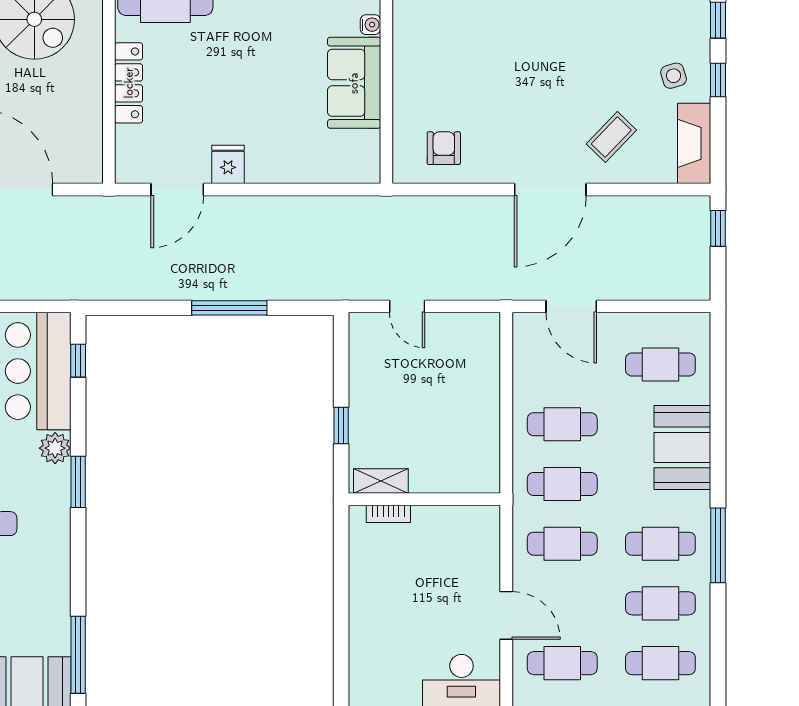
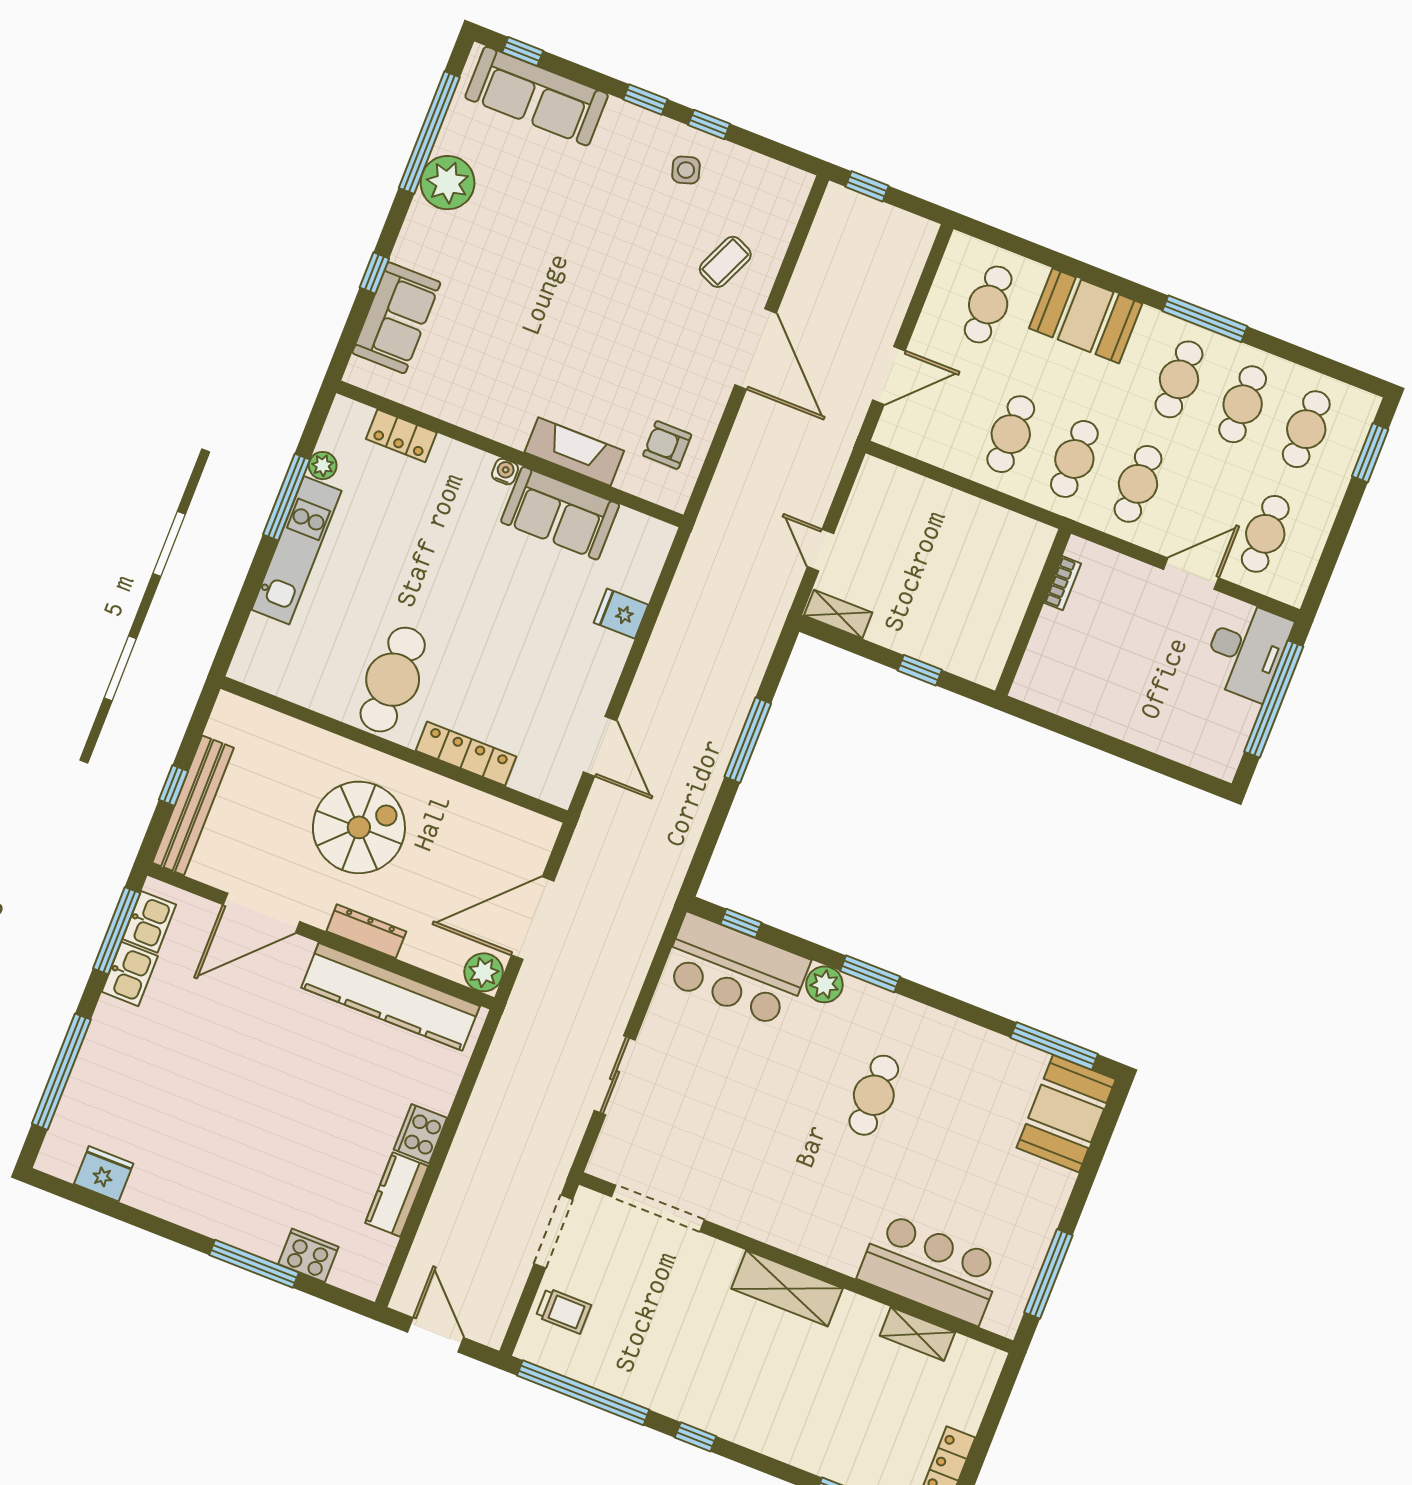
coffee table: (611, 137) -> (725, 262), turned 70
fireplace: (694, 143) -> (574, 452), moved, turned 180
fridge: (228, 164) -> (621, 614), moved
door: (407, 306) -> (820, 550), swing flipped
shelving: (381, 481) -> (838, 614), moved, turned 90
bookcase: (388, 514) -> (1063, 583), moved

